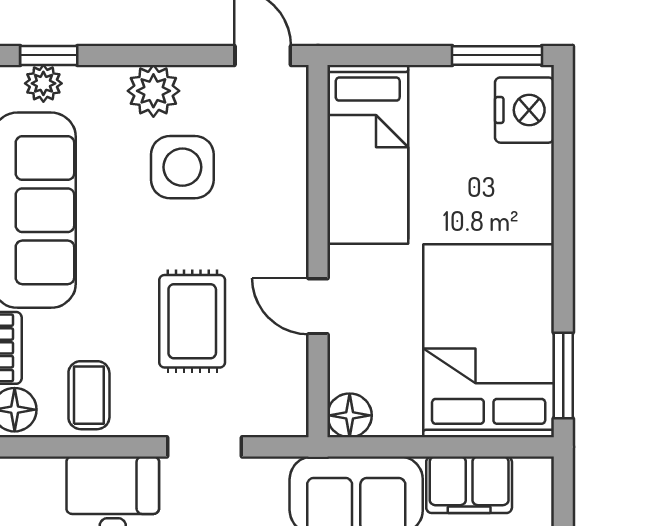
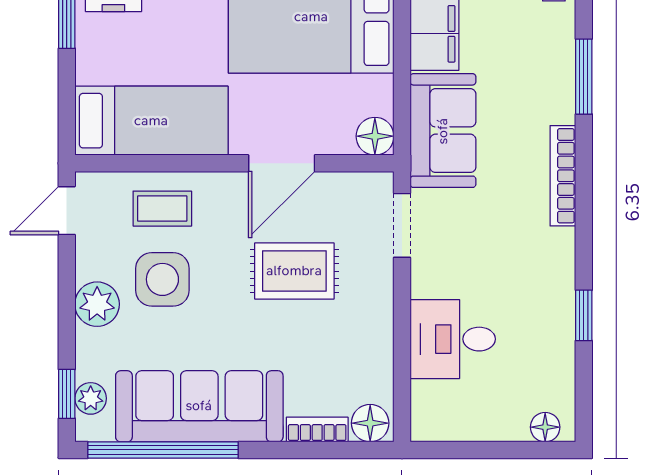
door: (318, 306) -> (282, 163), width x1.38
coffee table: (89, 395) -> (162, 209), moved
doorway: (205, 447) -> (402, 225), moved

